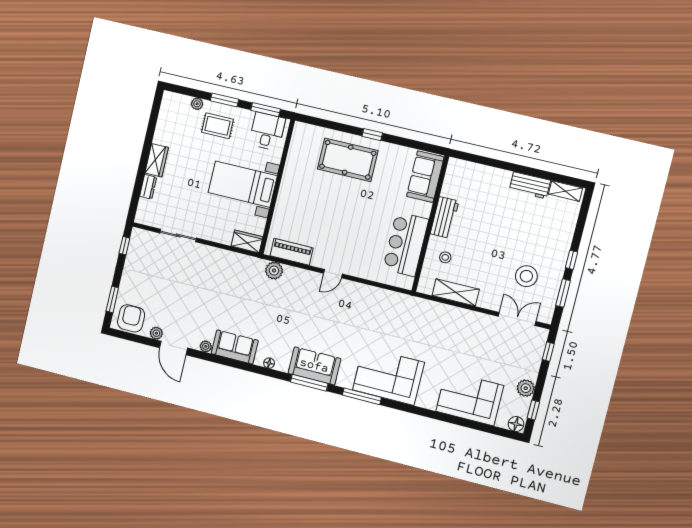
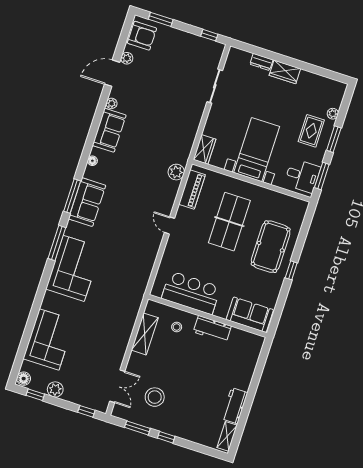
table tennis table: (324, 208) -> (229, 222), added

